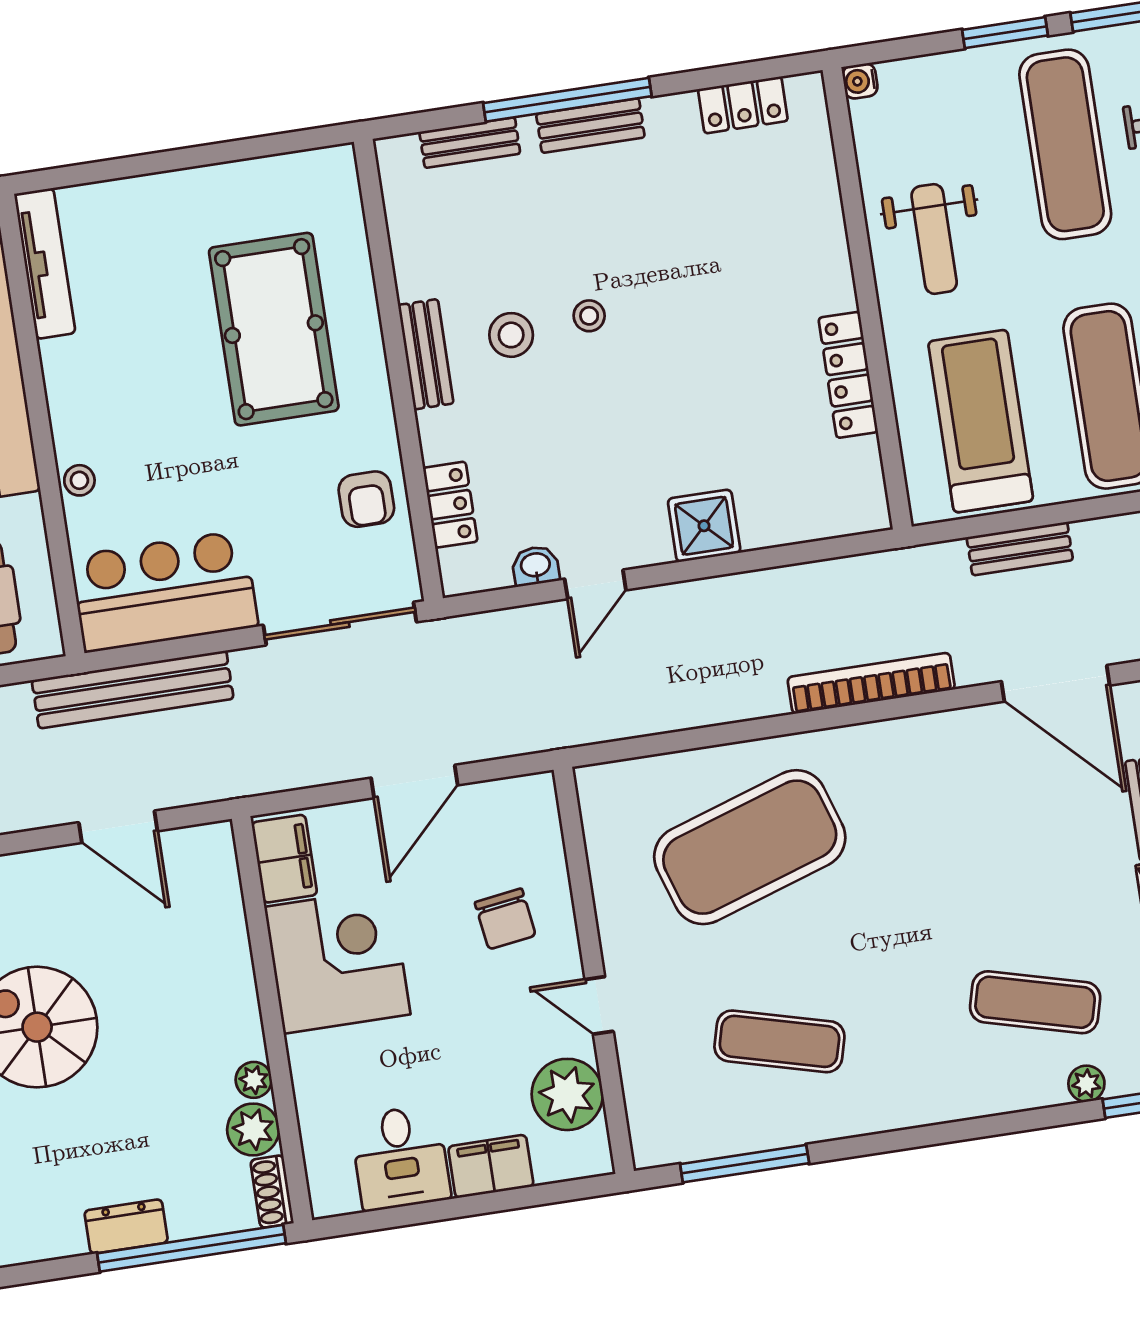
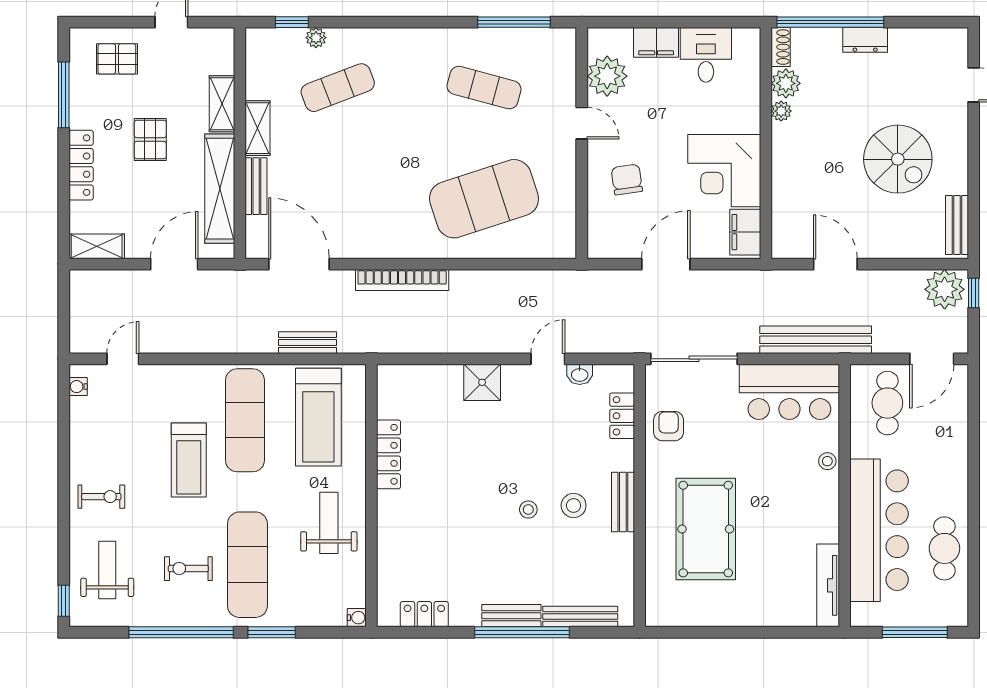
bench: (470, 143) -> (580, 617), width x1.36
exercise mat: (1035, 1002) -> (338, 88), turned -36

